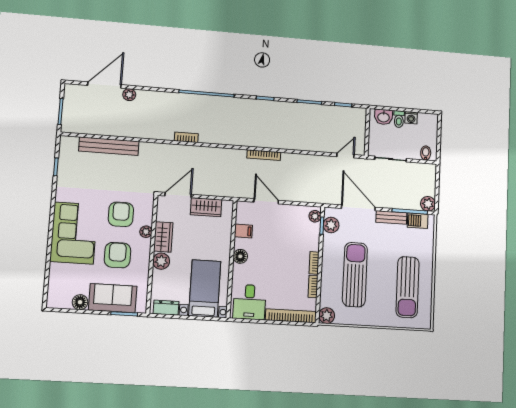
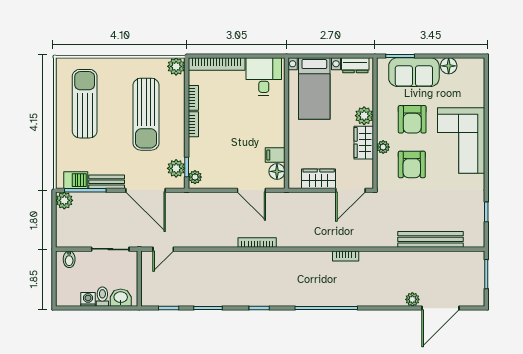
floor lamp: (240, 256) -> (277, 171), moved

